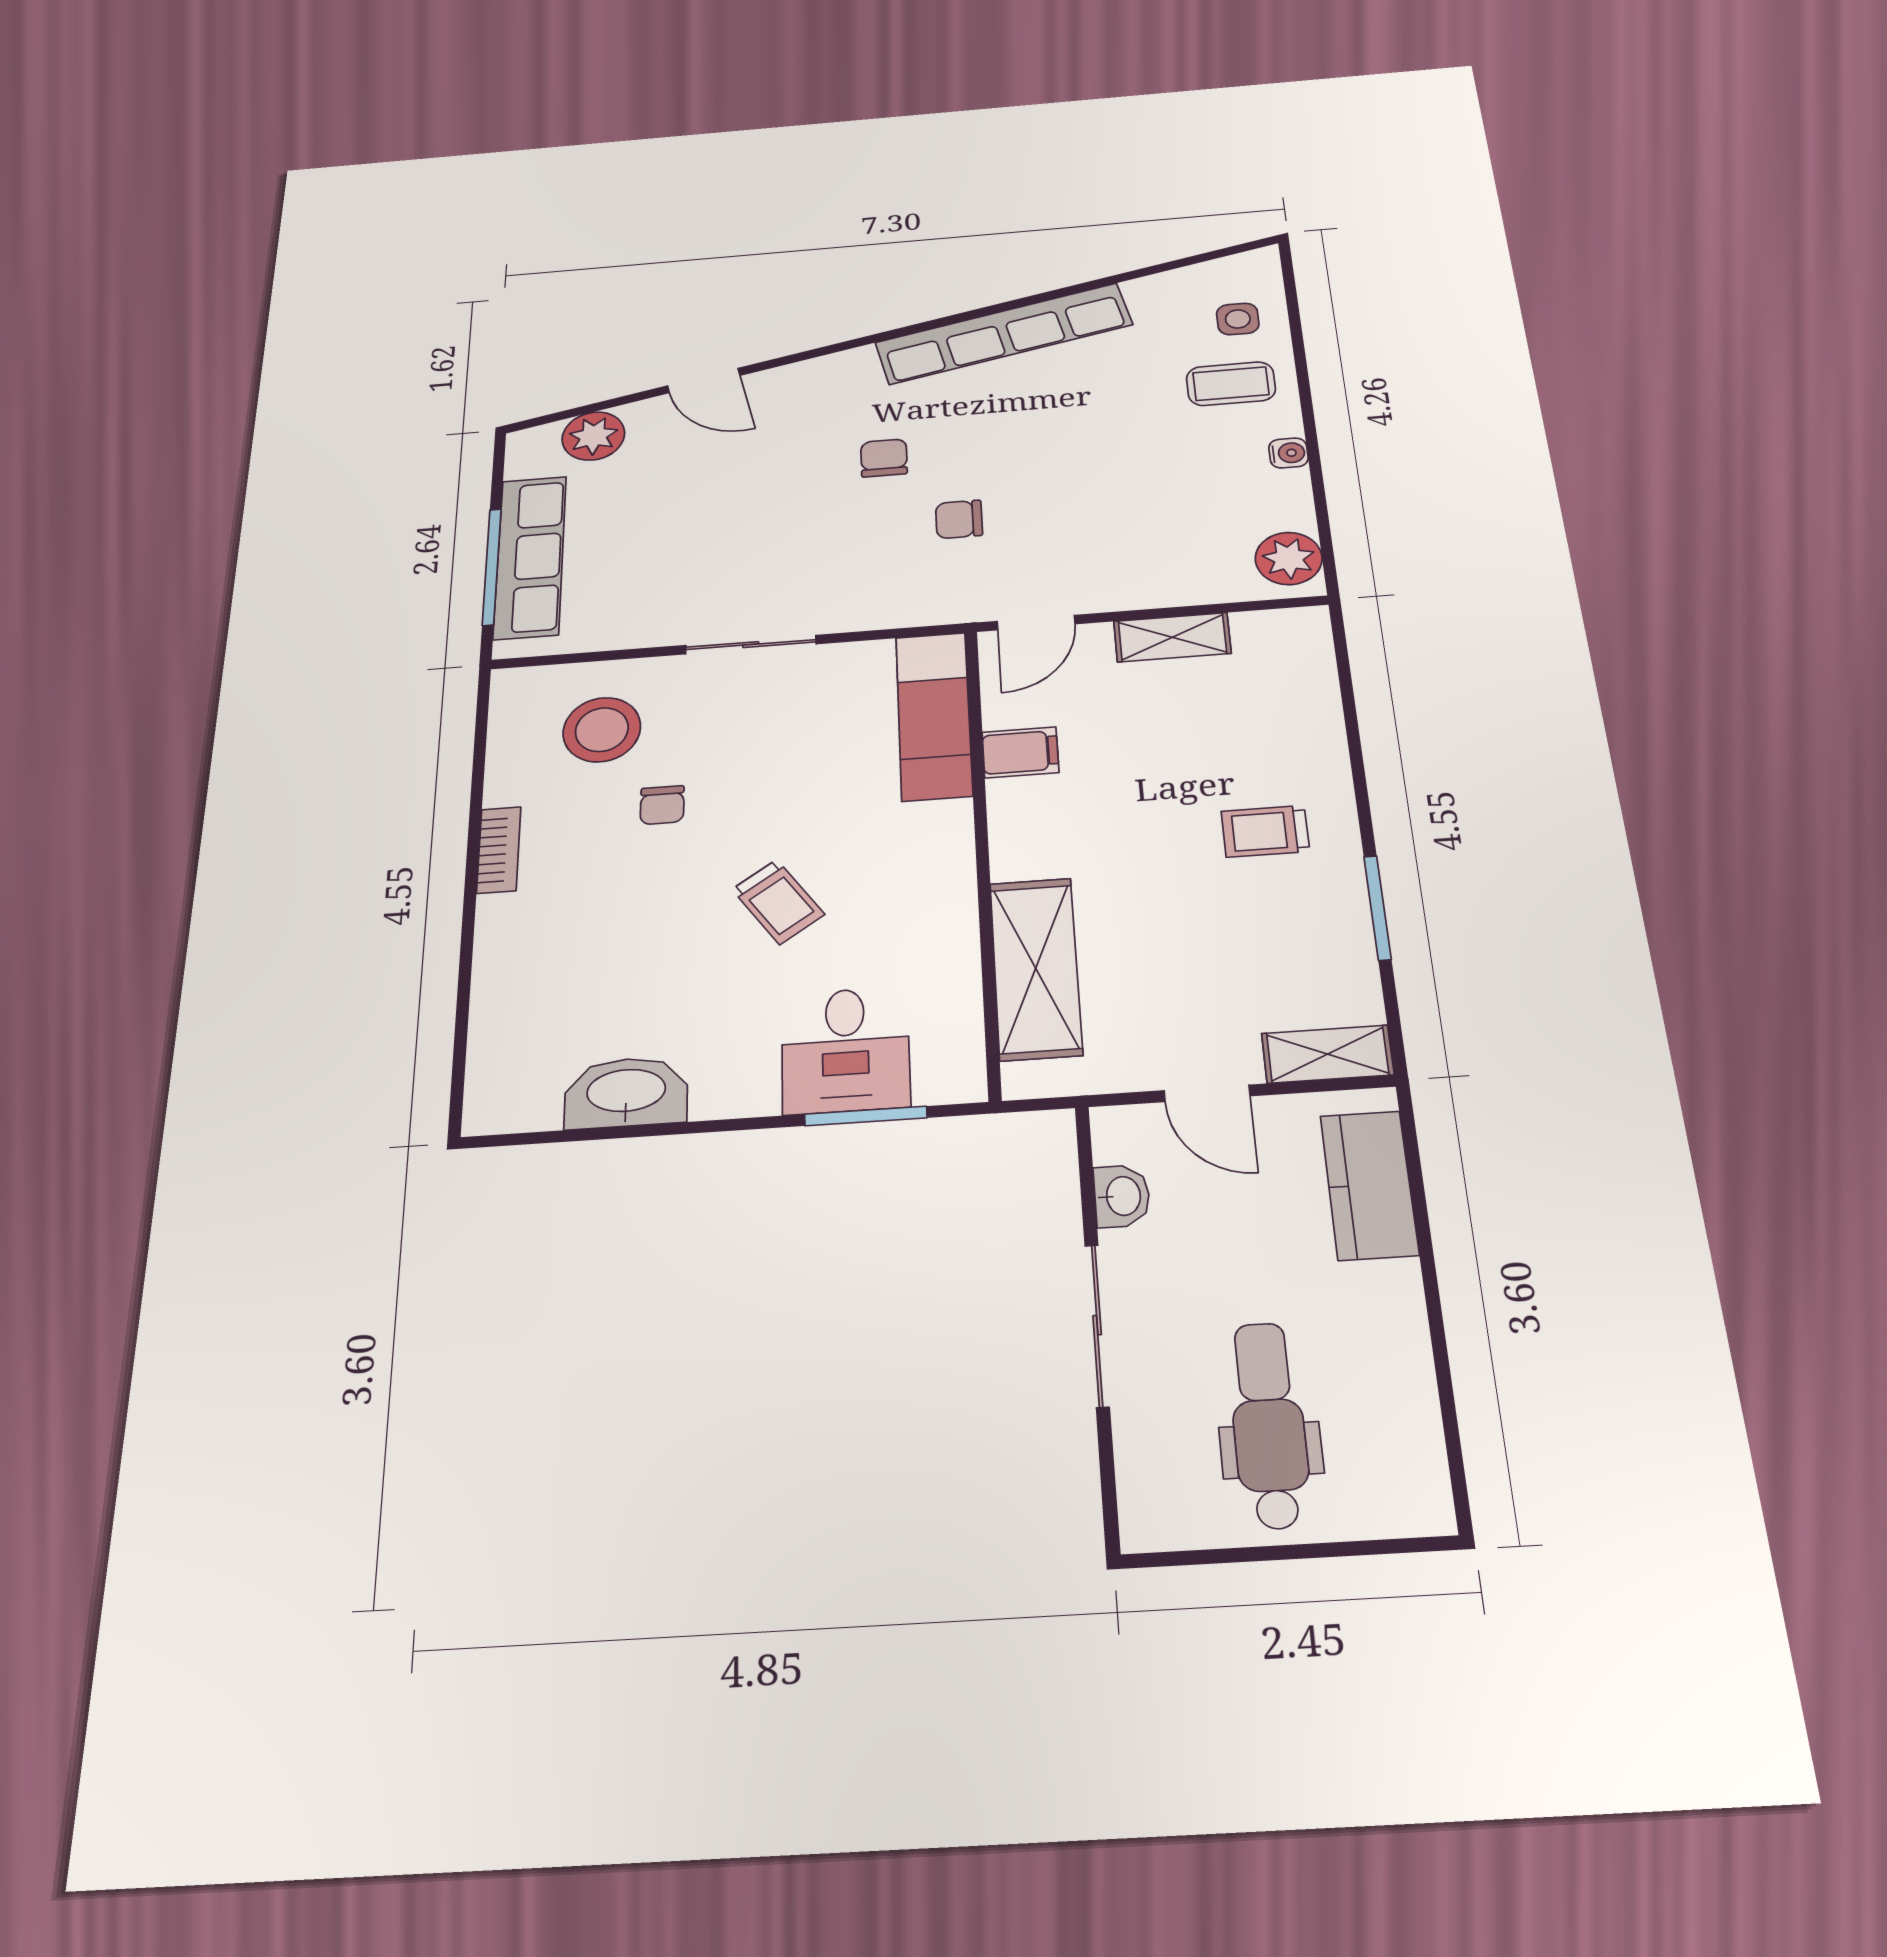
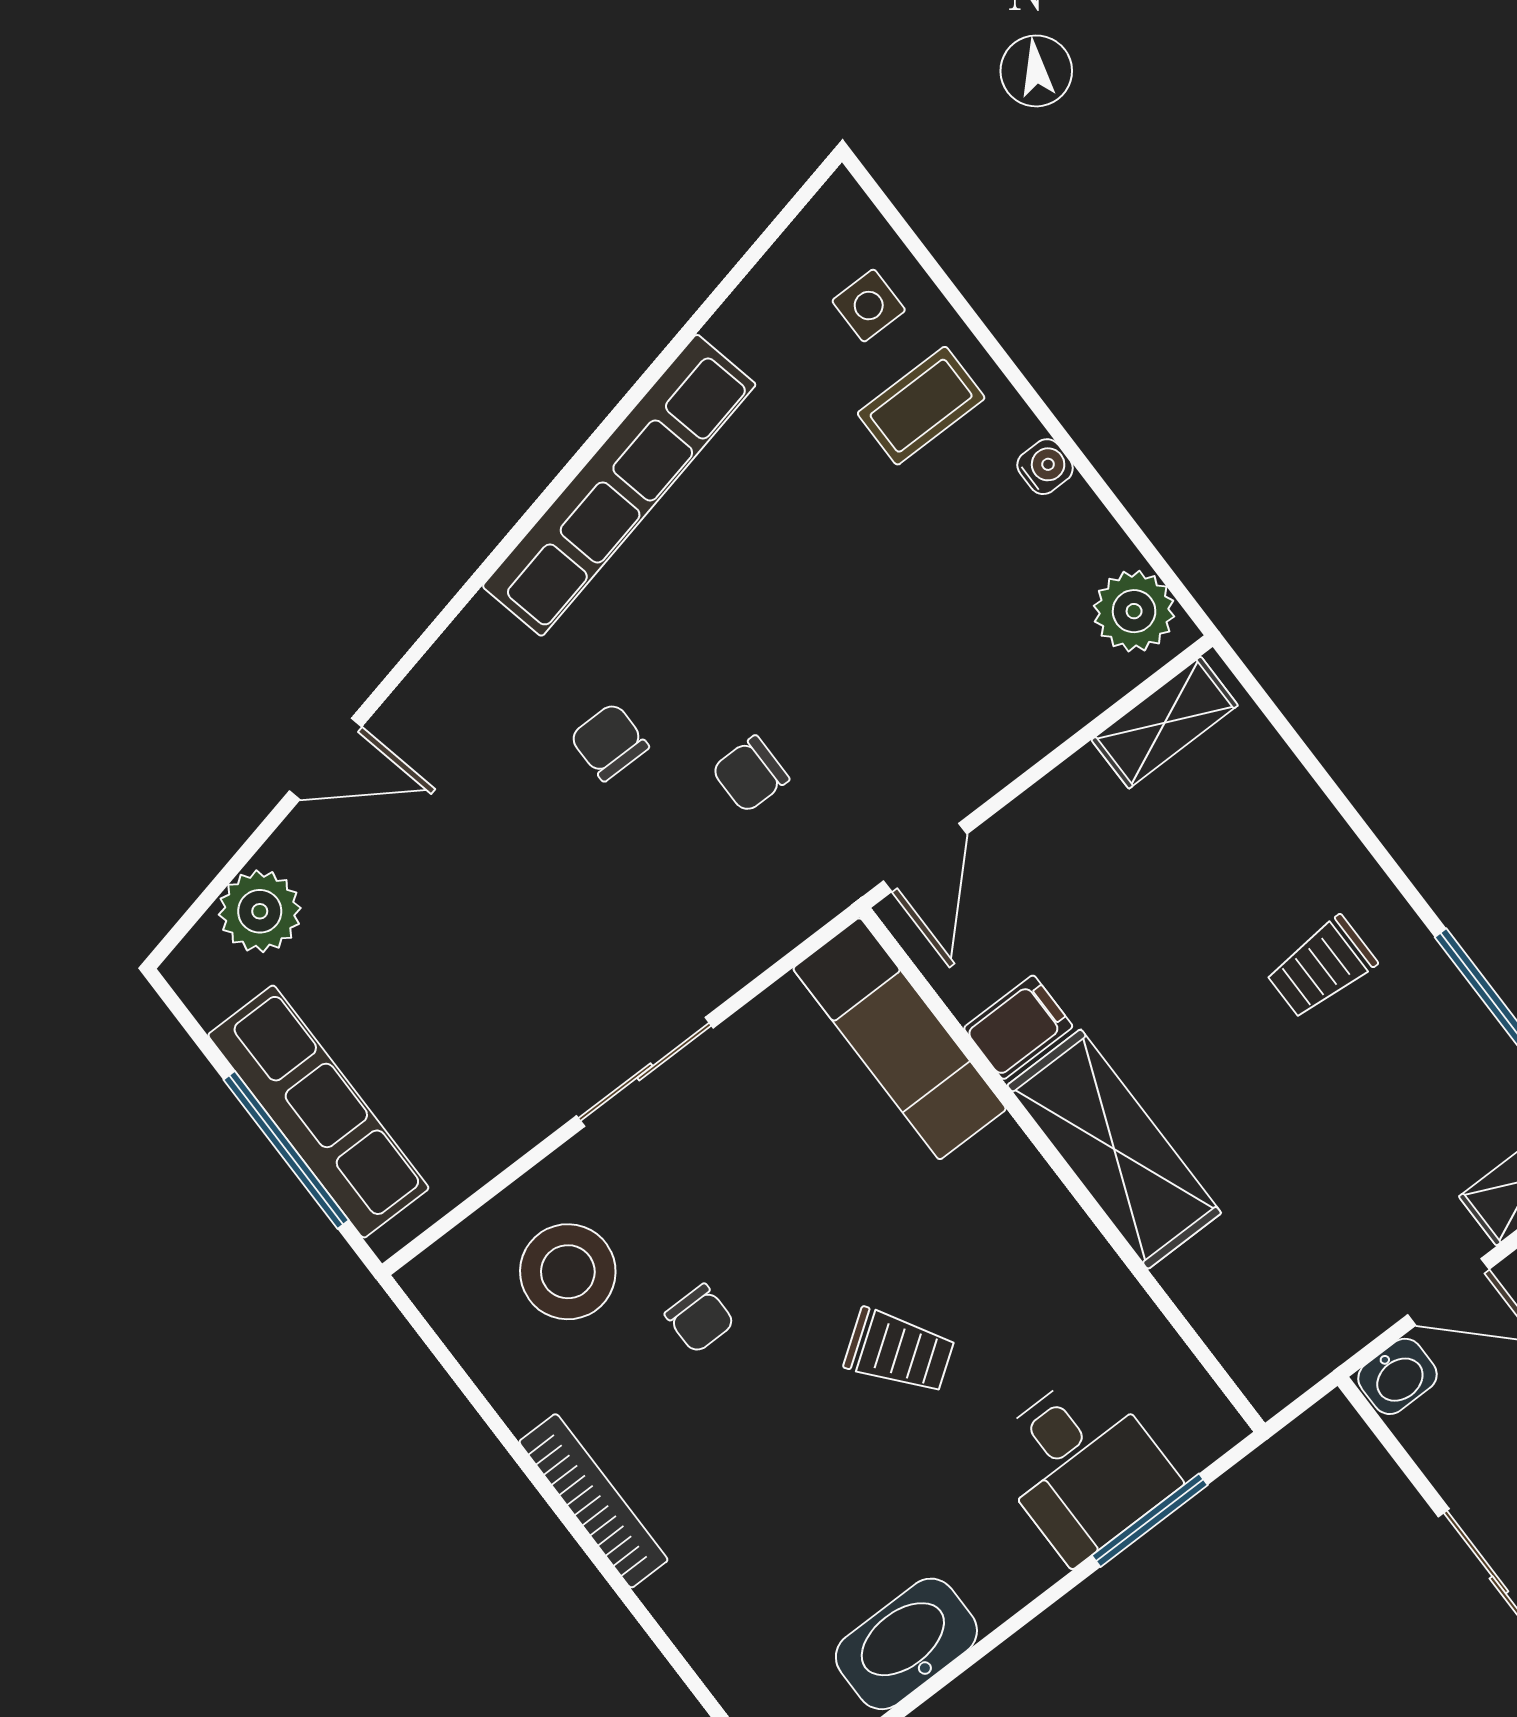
shelving: (1172, 637) -> (1165, 723), moved
bookcase: (499, 850) -> (594, 1501), width x1.56
shelving: (1036, 968) -> (1114, 1149), moved
washbasin: (1122, 1196) -> (1397, 1376), moved, turned 90

